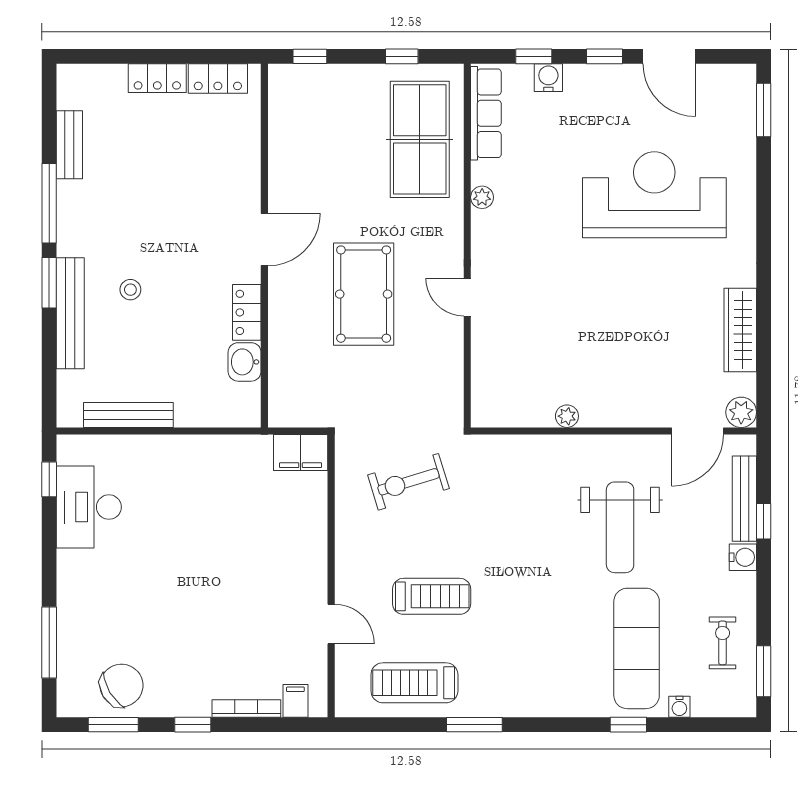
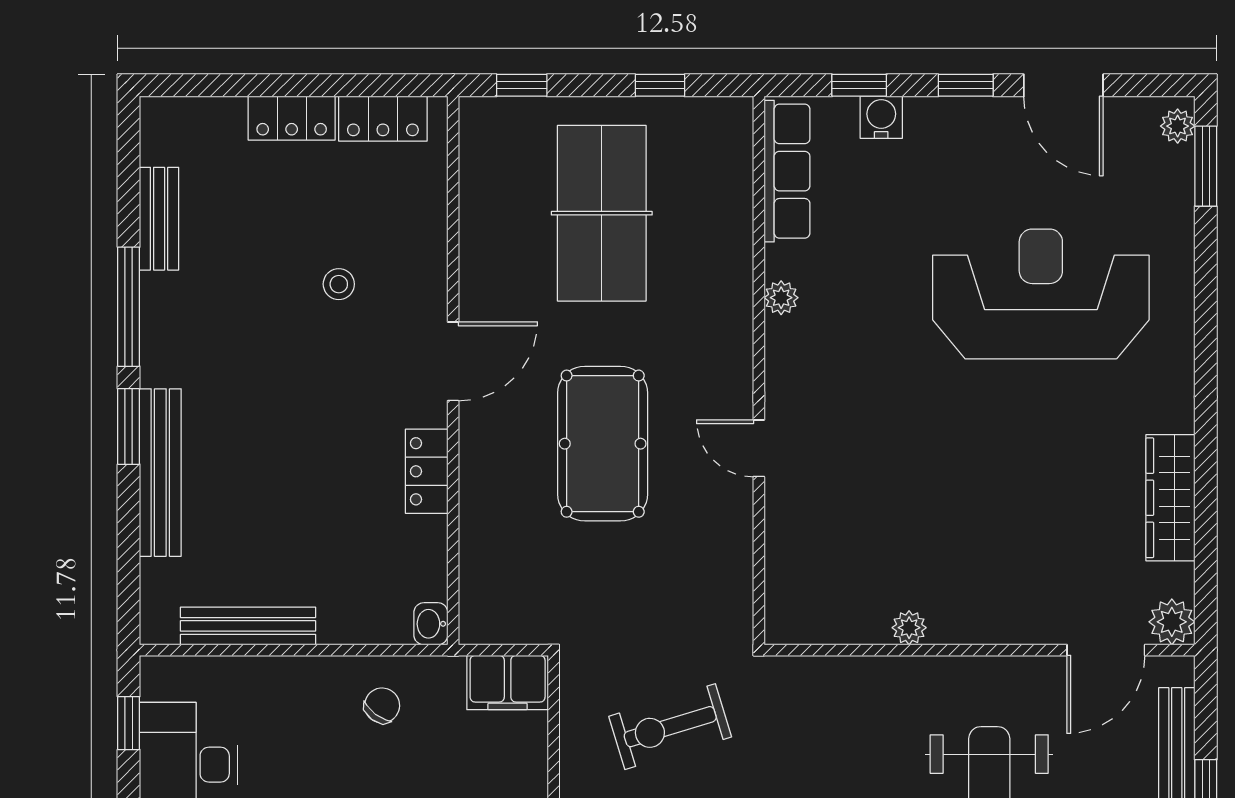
plant: (745, 83) -> (1178, 126), added
table tennis table: (420, 139) -> (602, 213), moved
stool: (130, 290) -> (339, 284), moved
washbasin: (245, 362) -> (431, 624), moved, width x0.72, depth x0.69
chair: (217, 468) -> (382, 705), added

